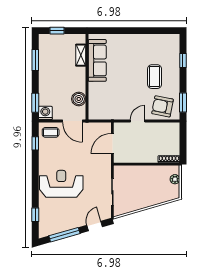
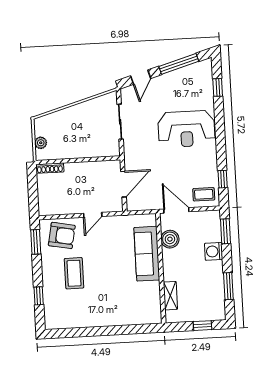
sofa: (97, 60) -> (147, 254), moved
washing machine: (45, 113) -> (214, 251), moved, turned 90

